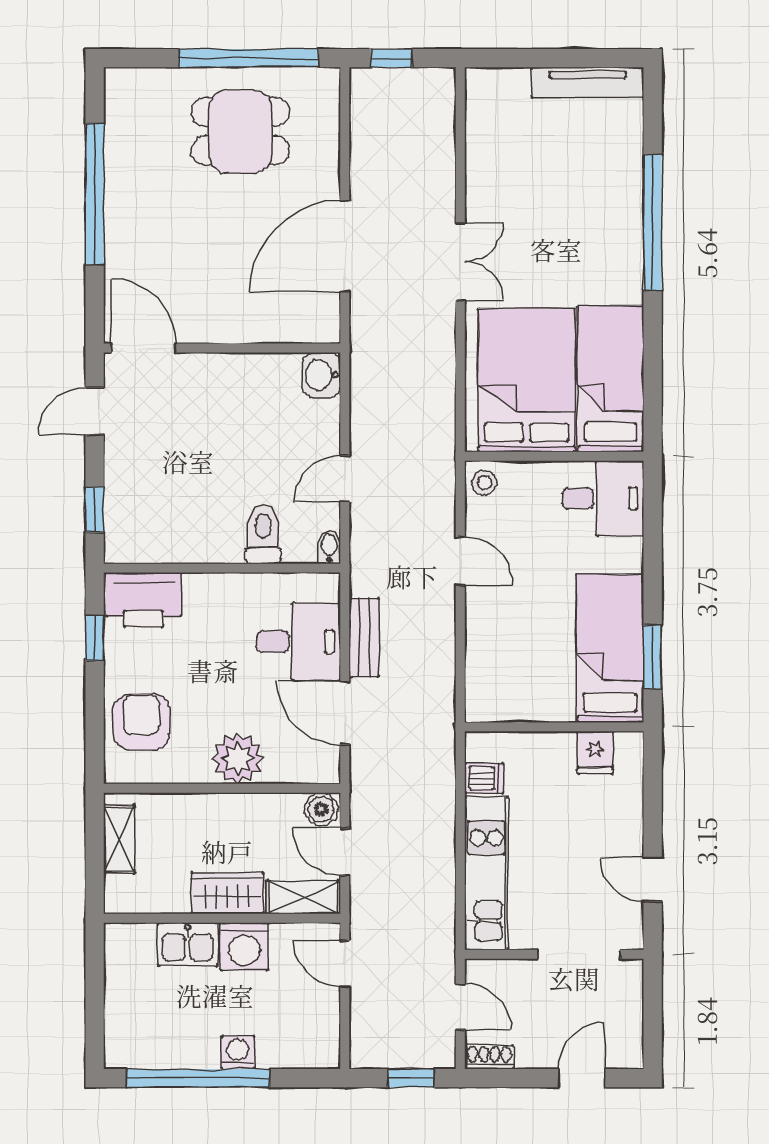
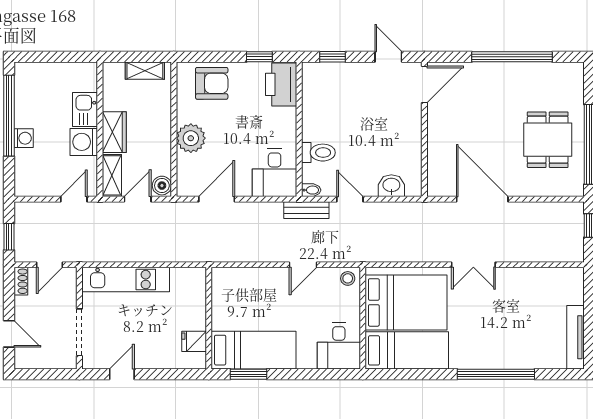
washbasin: (321, 375) -> (391, 186), moved
bench: (364, 638) -> (306, 210), moved
desk: (299, 642) -> (275, 173), moved
dishwasher: (484, 778) -> (180, 278), removed

